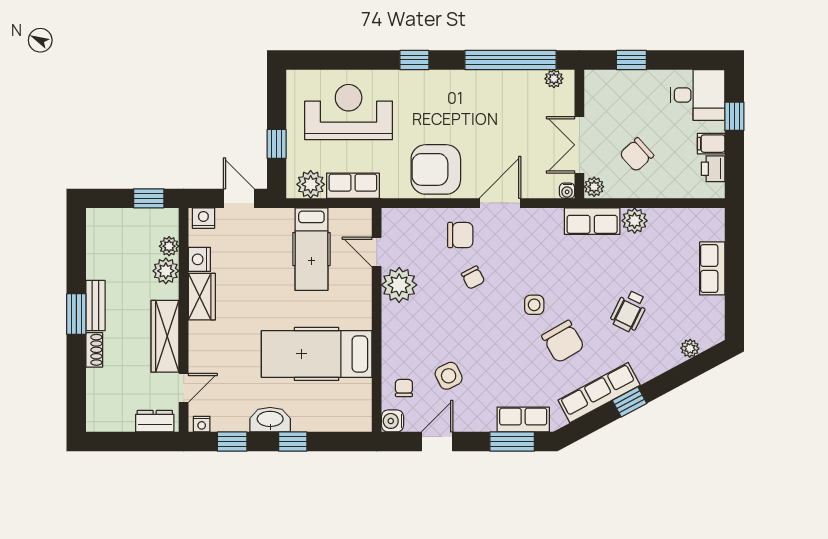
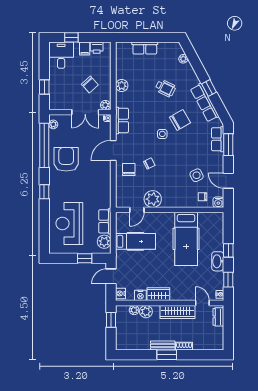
armchair: (436, 169) -> (66, 159), moved, turned 180
door: (500, 203) -> (113, 150), hinge flipped
row of seats: (592, 221) -> (122, 120), moved

